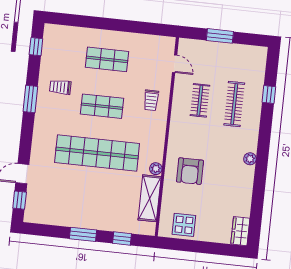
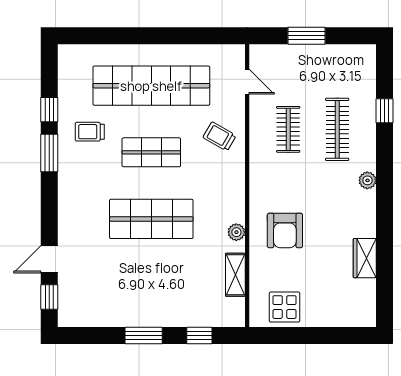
window: (36, 47) -> (49, 110), moved
shop shelf: (107, 59) -> (151, 86), width x2.00, depth x1.36
trolley: (151, 100) -> (220, 136), turned 120
shop shelf: (97, 153) -> (151, 219), width x0.71
plant: (250, 159) -> (367, 180), moved
shelving: (150, 198) -> (235, 275), width x0.67, depth x0.75
wardrobe: (240, 231) -> (365, 258), moved

